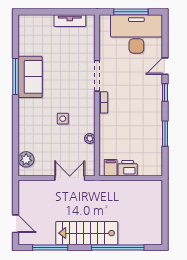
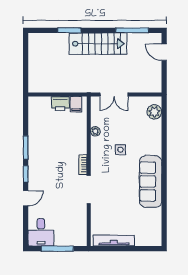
tv unit: (70, 21) -> (114, 241), width x1.41
desk: (136, 34) -> (41, 232), width x0.53, depth x0.77
window: (16, 76) -> (164, 189), removed
sofa: (30, 77) -> (151, 181), width x1.36
window: (165, 134) -> (26, 148), moved
window: (118, 247) -> (69, 30), width x0.47

